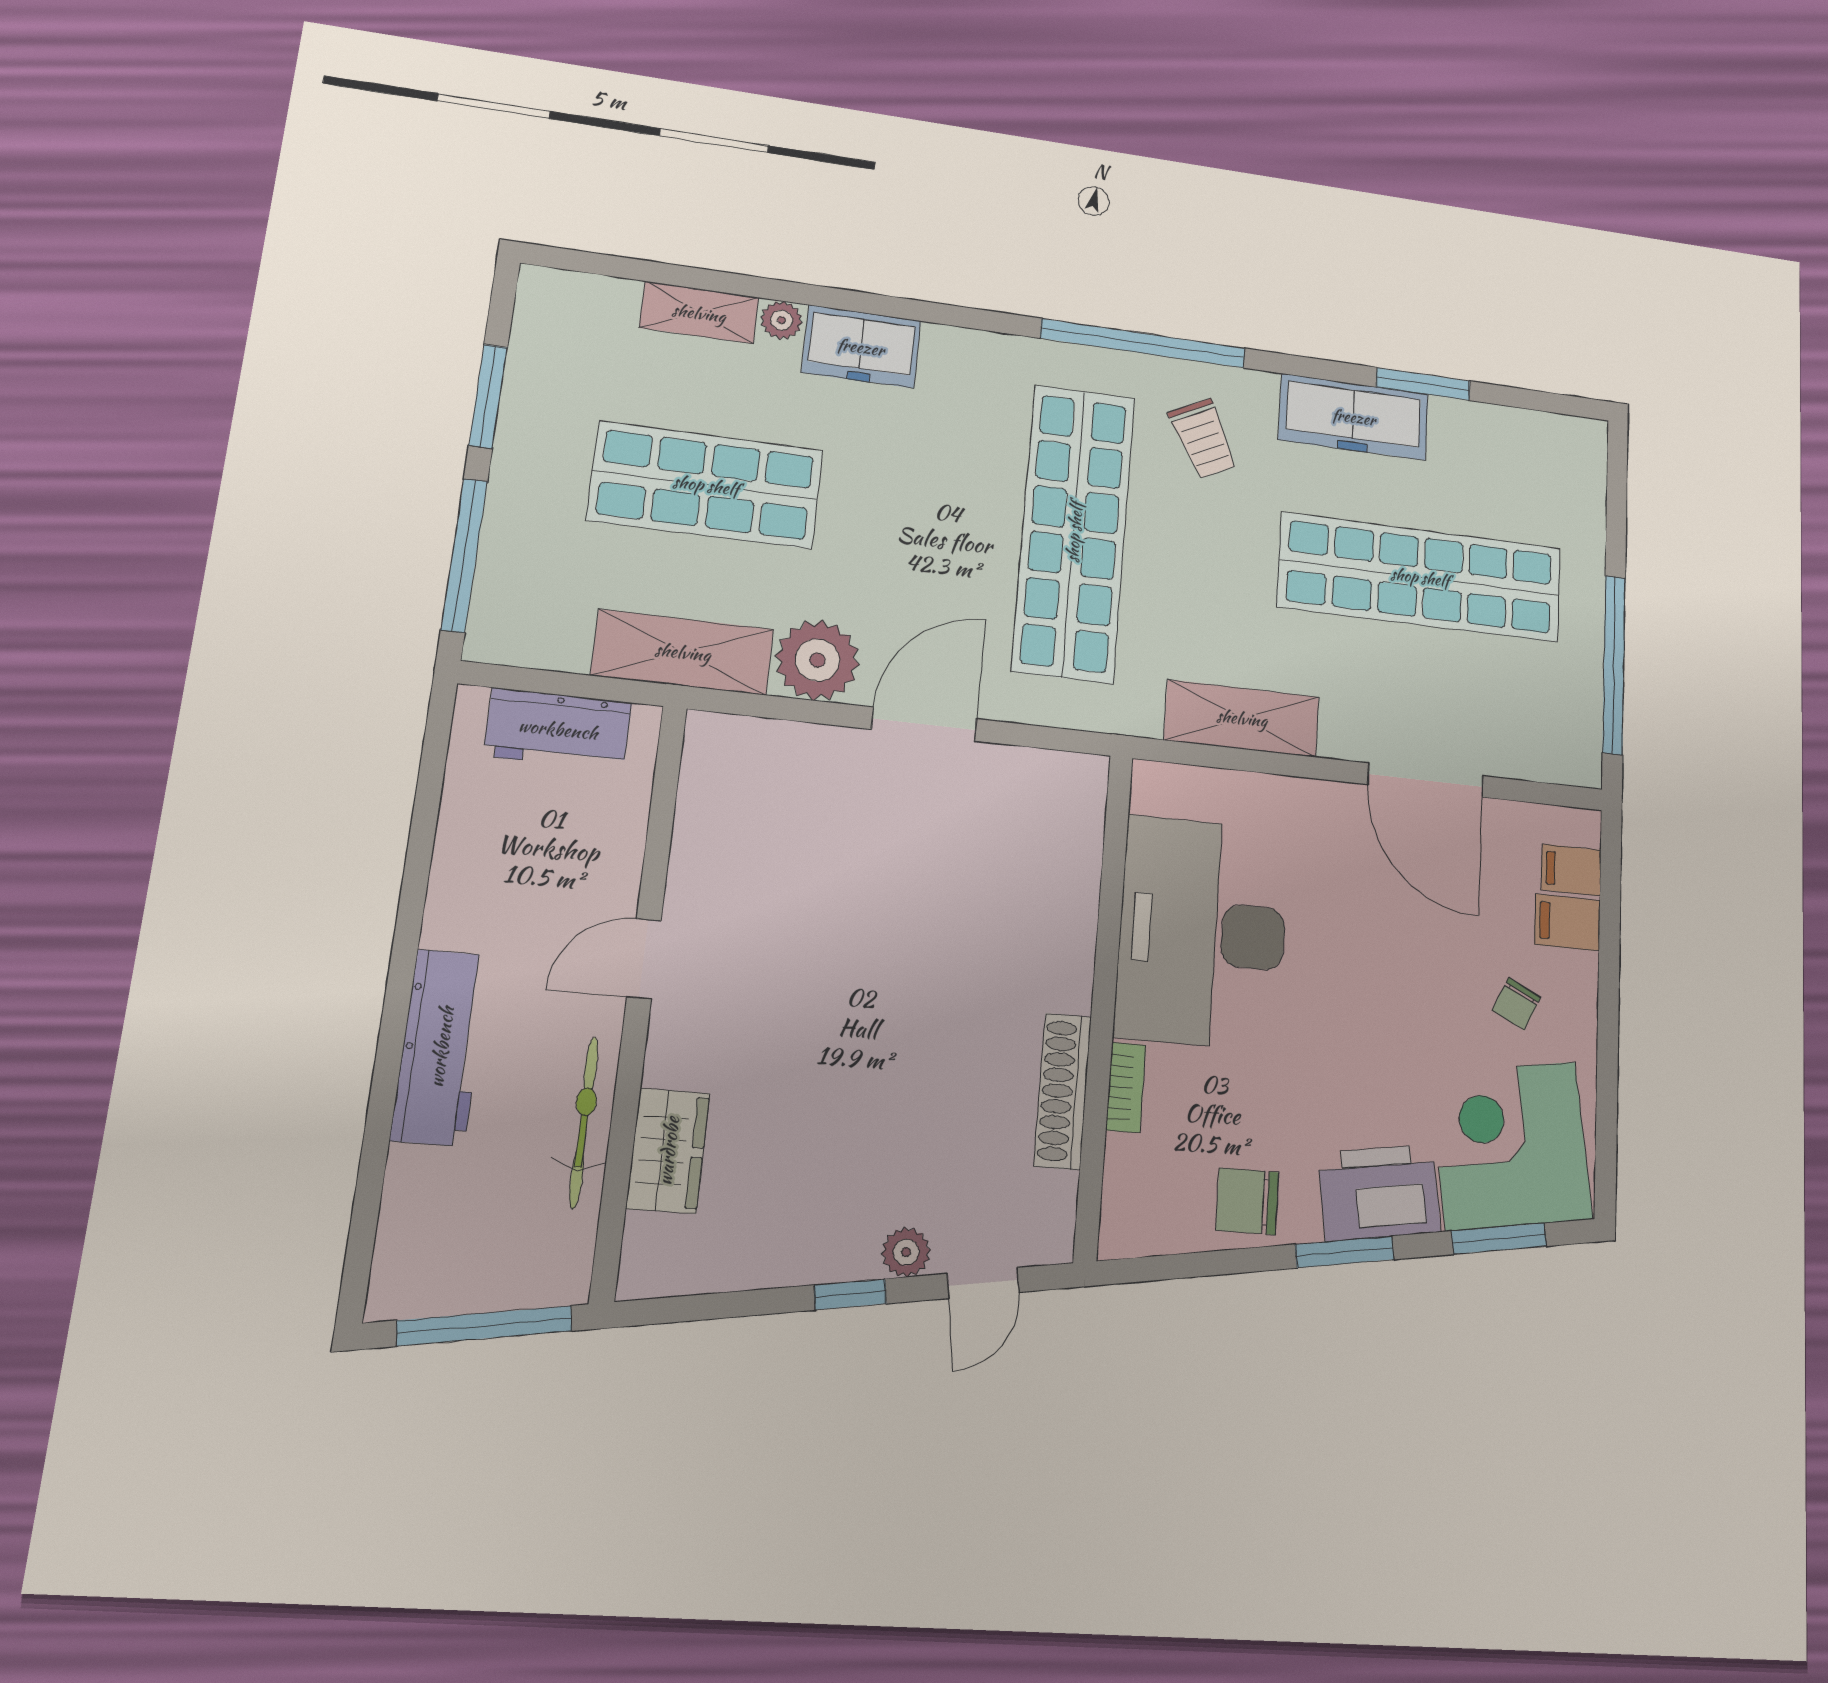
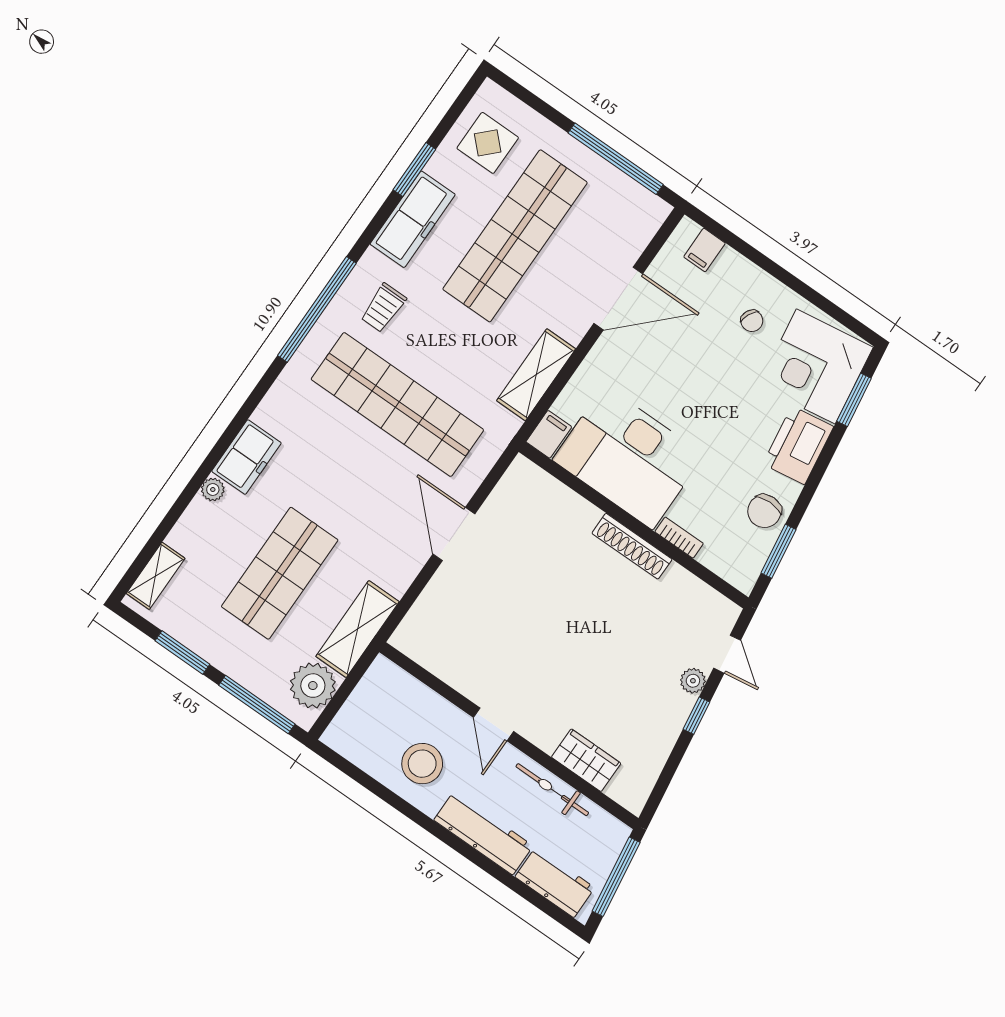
shelving: (699, 313) -> (156, 576), moved
trolley: (1203, 439) -> (383, 308), turned 117
display table: (1522, 469) -> (488, 143), added
plant: (817, 660) -> (313, 686), moved
workbench: (558, 729) -> (555, 882), moved, turned -90
stool: (509, 877) -> (422, 764), added
filing cabinet: (1567, 922) -> (549, 434), moved, turned 180
shoe rack: (1063, 1091) -> (632, 546), moved
window: (1345, 1252) -> (778, 551), moved

